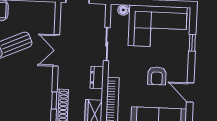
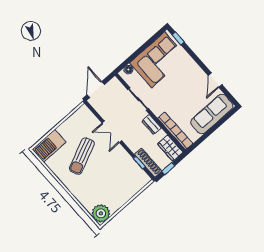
window: (192, 43) -> (178, 38), moved
armchair: (157, 76) -> (186, 89), removed
door: (190, 92) -> (215, 80), hinge flipped

